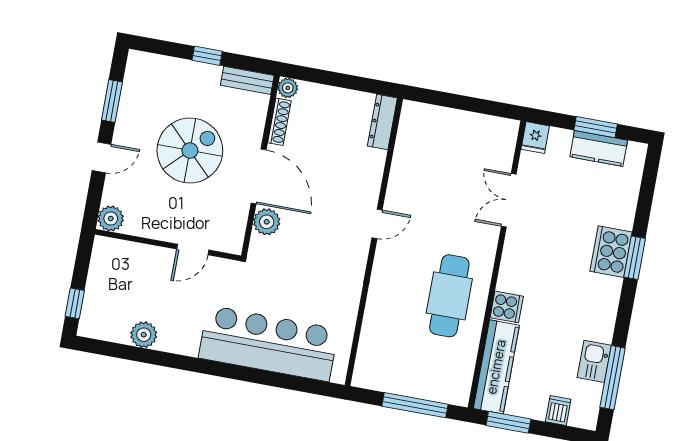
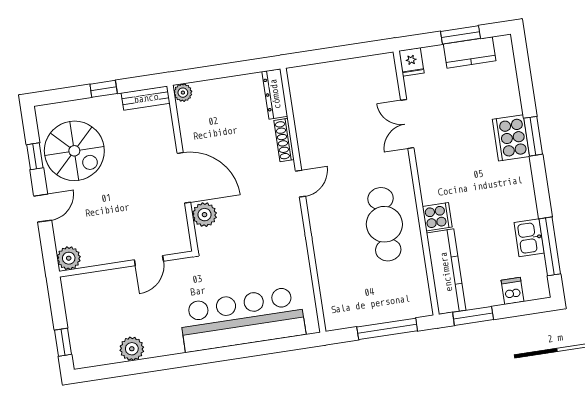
window: (112, 101) -> (35, 156), width x0.67
shoe rack: (279, 122) -> (284, 140), moved, turned 180
spiral stairs: (190, 151) -> (74, 151), moved, turned 90

